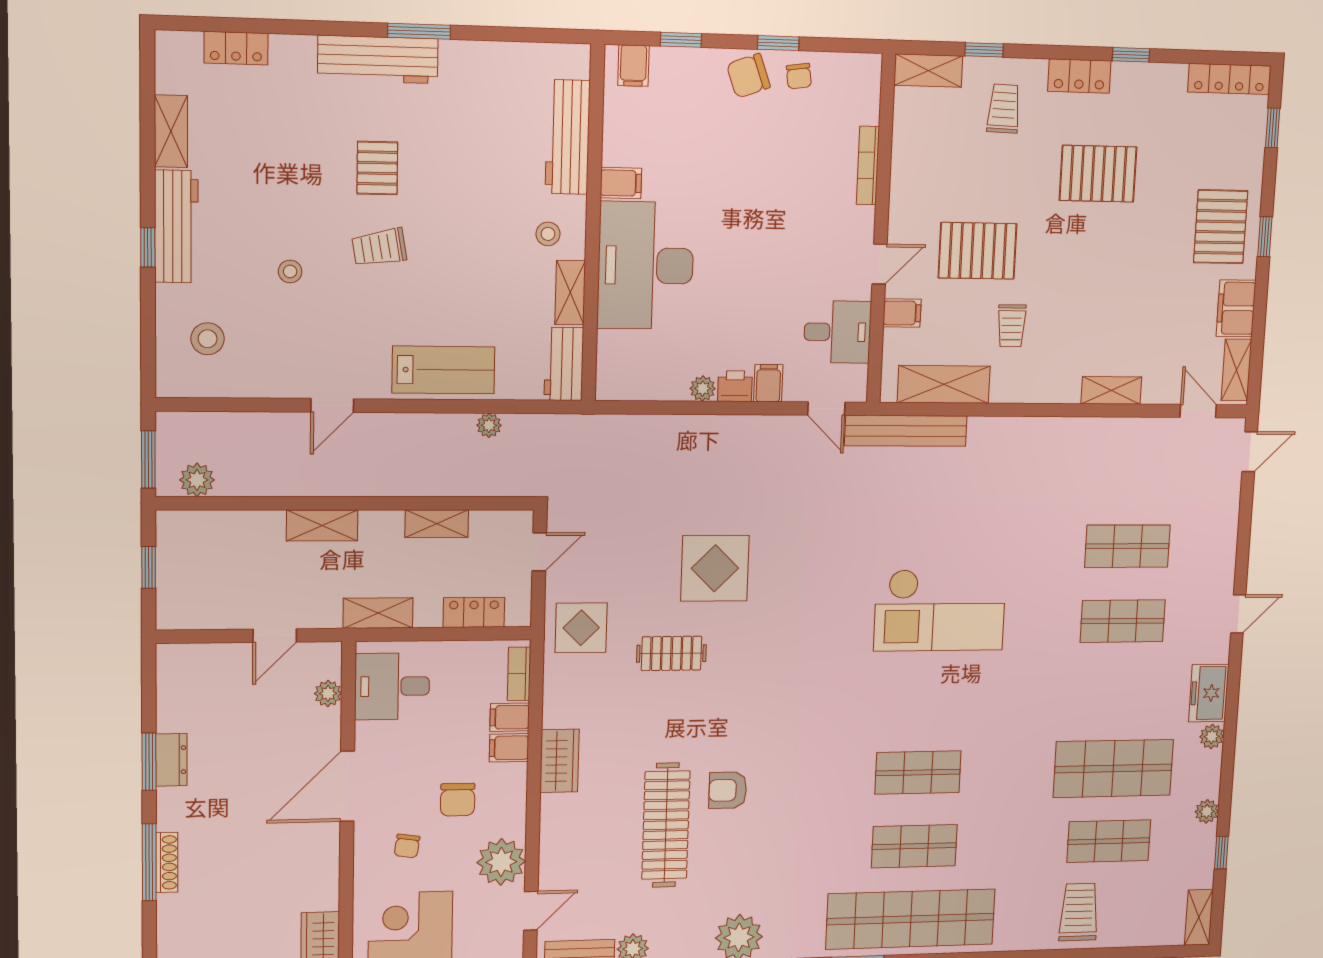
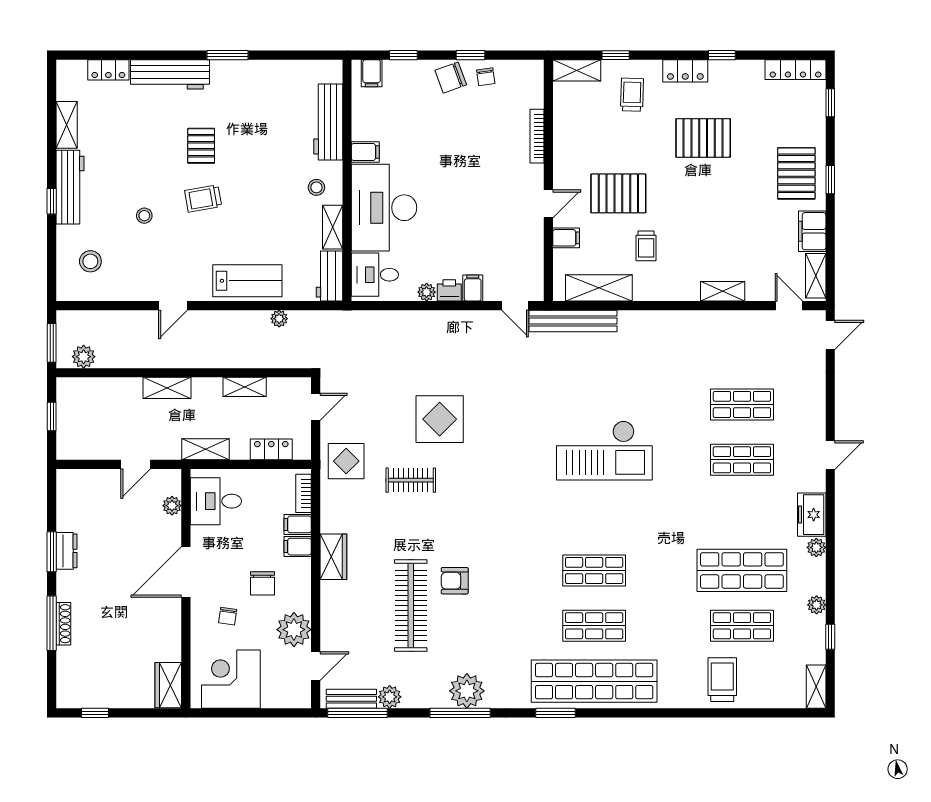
workbench: (378, 59) -> (170, 74), moved
desk: (837, 332) -> (375, 275), moved, turned 180

